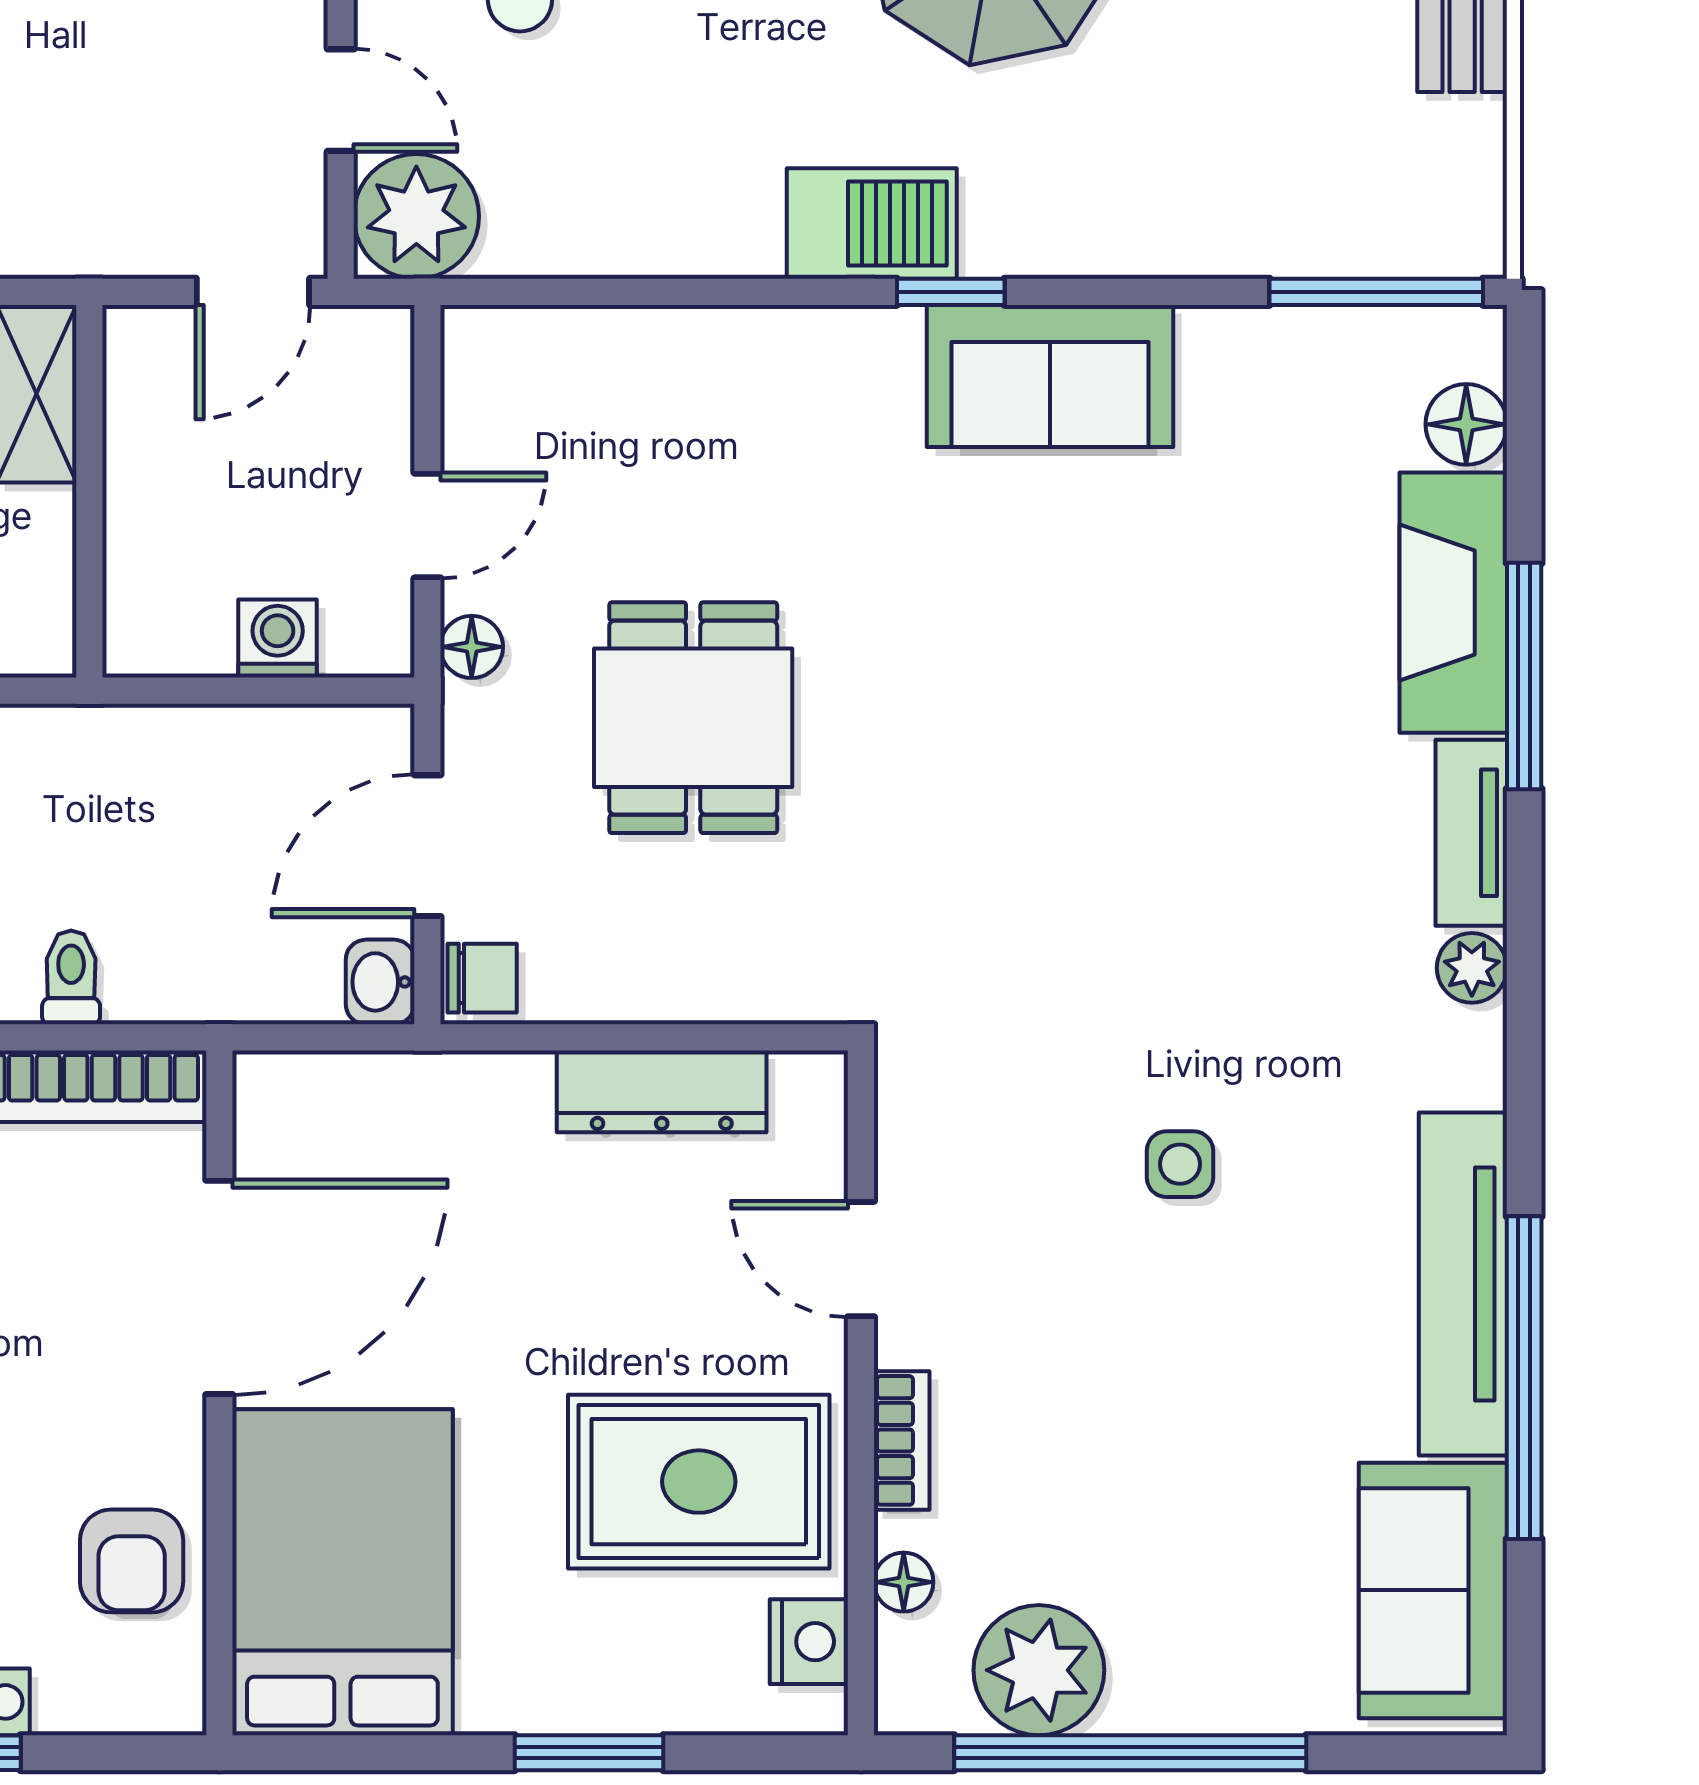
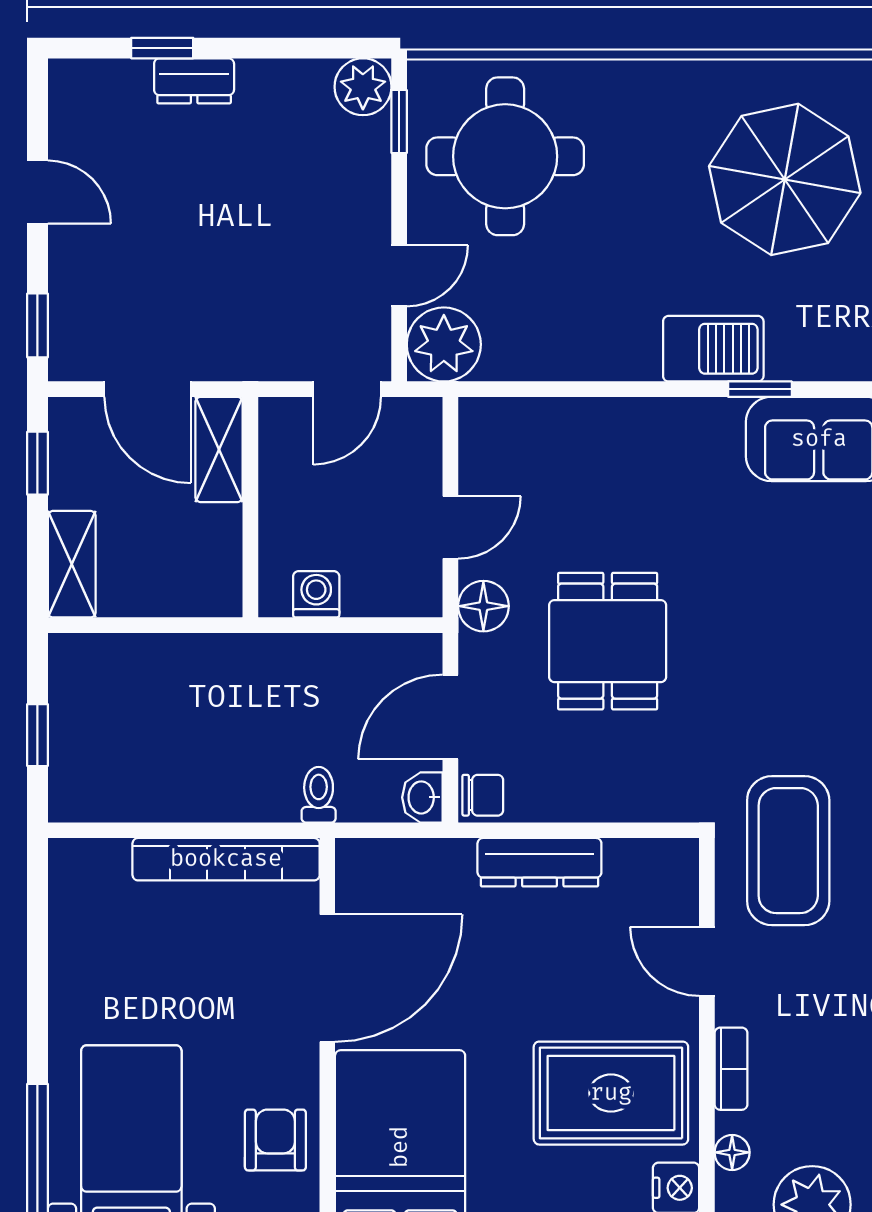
door: (341, 100) -> (399, 276), hinge flipped
washing machine: (278, 639) -> (316, 594), moved
floor lamp: (472, 647) -> (483, 606), width x1.37, depth x1.37
toilet: (71, 977) -> (319, 795), moved
coffee table: (998, 1072) -> (788, 851), added
dresser: (662, 1091) -> (539, 862), moved
armchair: (132, 1561) -> (275, 1140), turned 180

